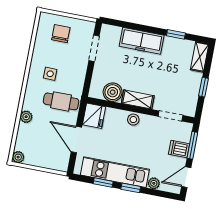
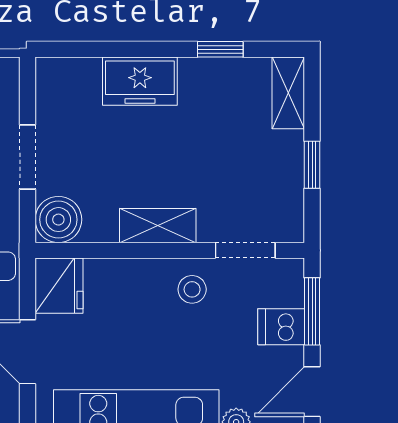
freezer: (142, 41) -> (140, 81), width x0.71
doorway: (94, 48) -> (28, 157), moved
boiler: (113, 92) -> (58, 220), moved
stool: (133, 120) -> (192, 289), moved

